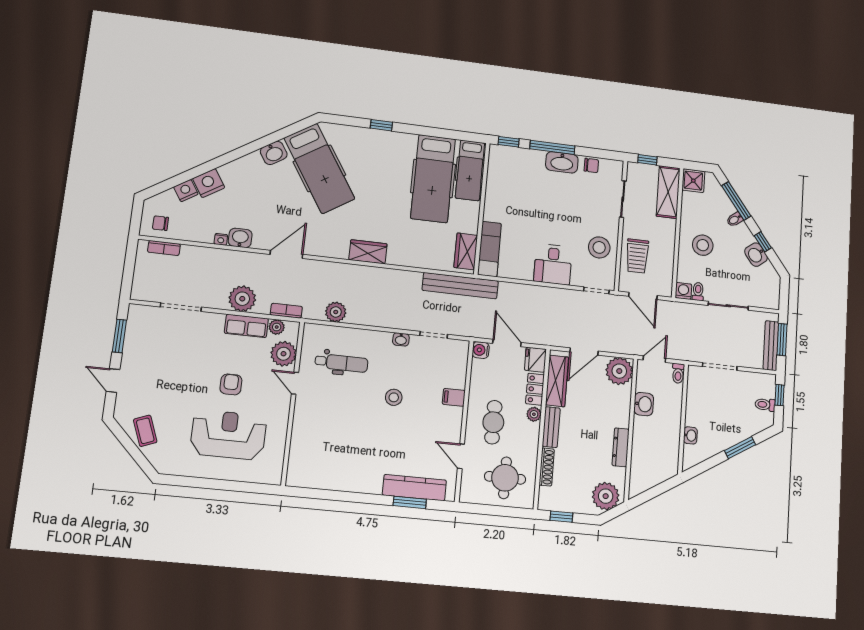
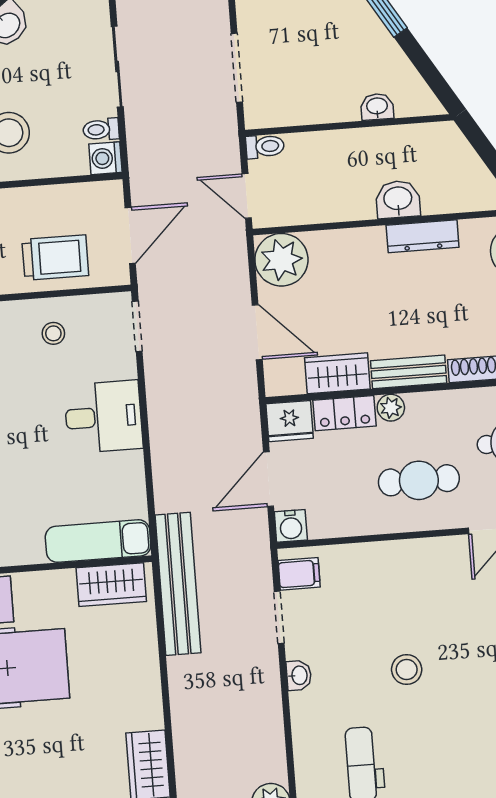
stool: (599, 247) -> (53, 333), width x0.53, depth x0.53
wardrobe: (557, 381) -> (337, 373), width x0.67
filing cabinet: (454, 397) -> (299, 574), moved, turned -90
washbasin: (644, 404) -> (398, 199), moved

